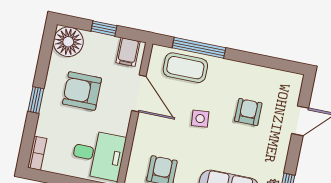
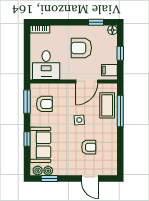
floor lamp: (68, 42) -> (112, 30), width x0.53, depth x0.53
armchair: (82, 91) -> (81, 48), turned -90
window: (36, 100) -> (96, 22), moved

